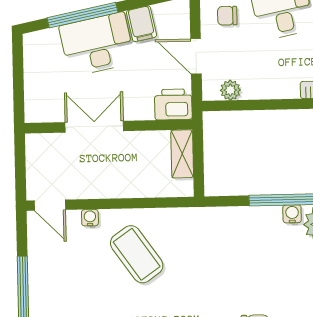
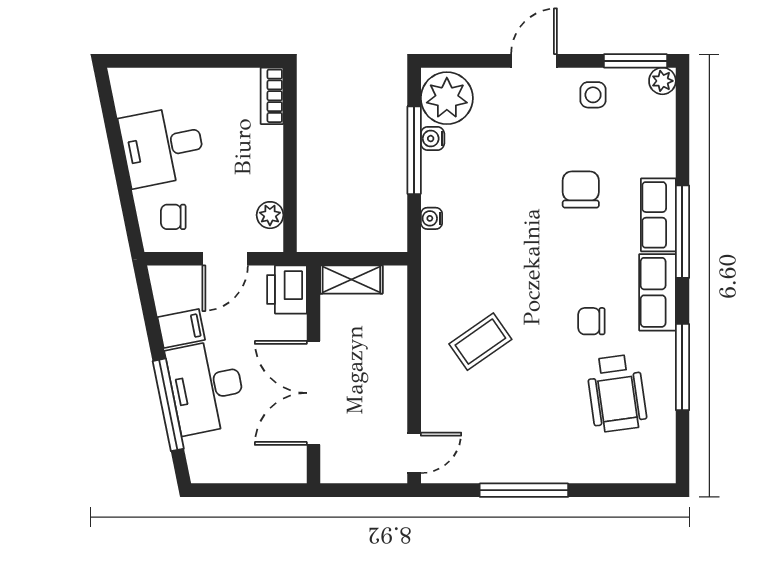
chair: (227, 16) -> (173, 217), turned 90
double door: (94, 127) -> (313, 393), width x1.37
water cooler: (90, 218) -> (432, 218), moved
coffee table: (137, 254) -> (480, 342), width x0.73, depth x0.77

